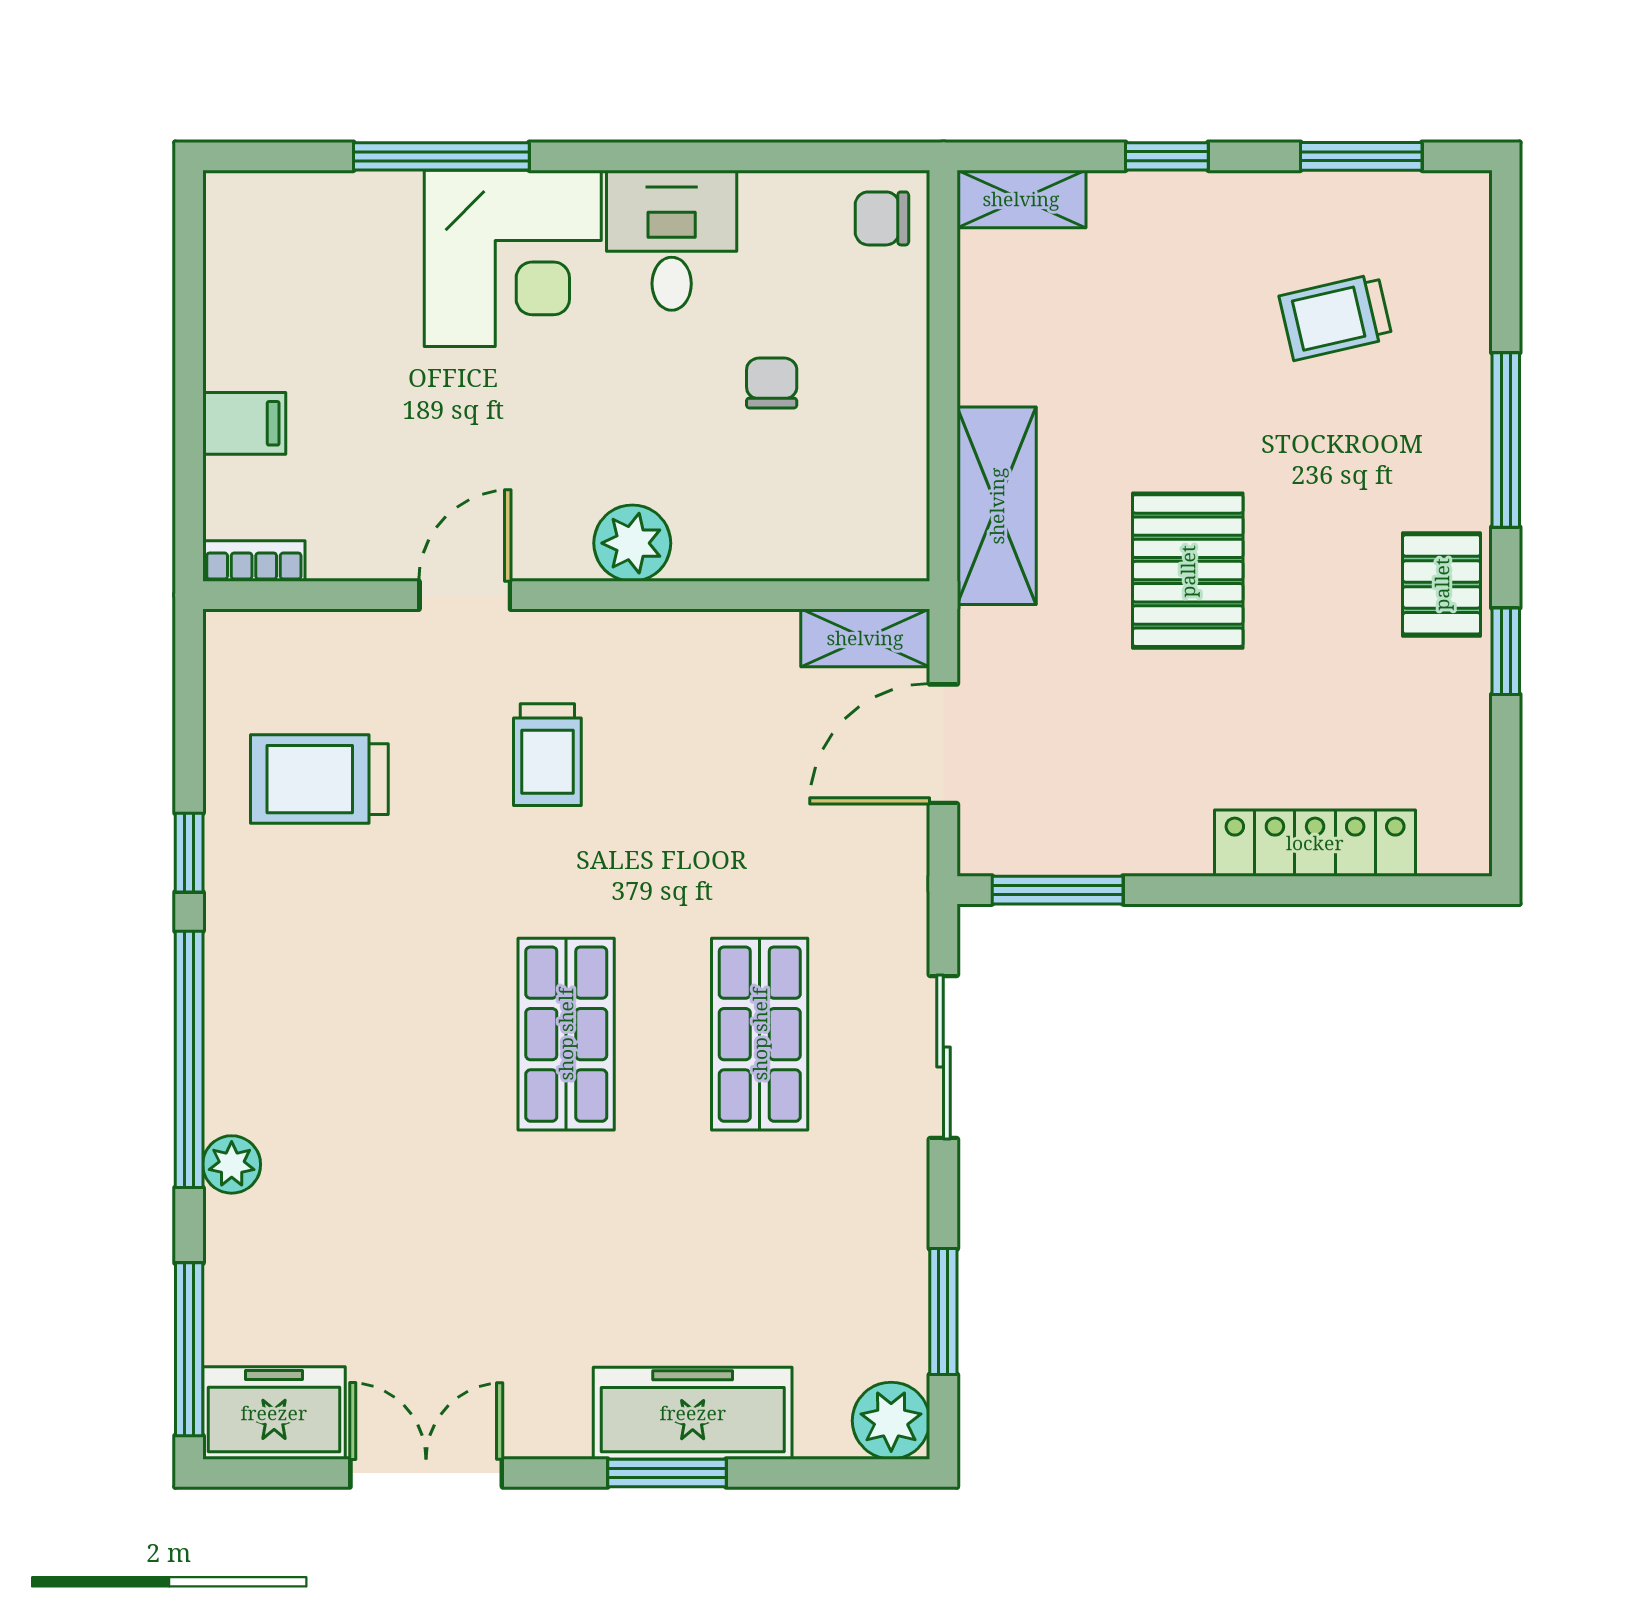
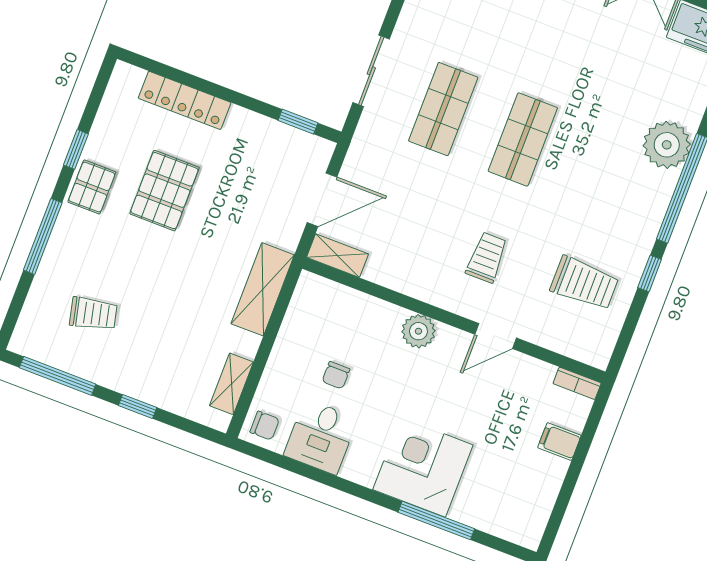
window: (1361, 156) -> (58, 376), width x1.44
shelving: (1021, 199) -> (231, 384), moved, turned 90
desk: (672, 240) -> (321, 437), moved
pallet: (1188, 571) -> (164, 191), moved
window: (1058, 890) -> (298, 122), width x0.67
plant: (232, 1164) -> (667, 145), width x1.88, depth x1.88

